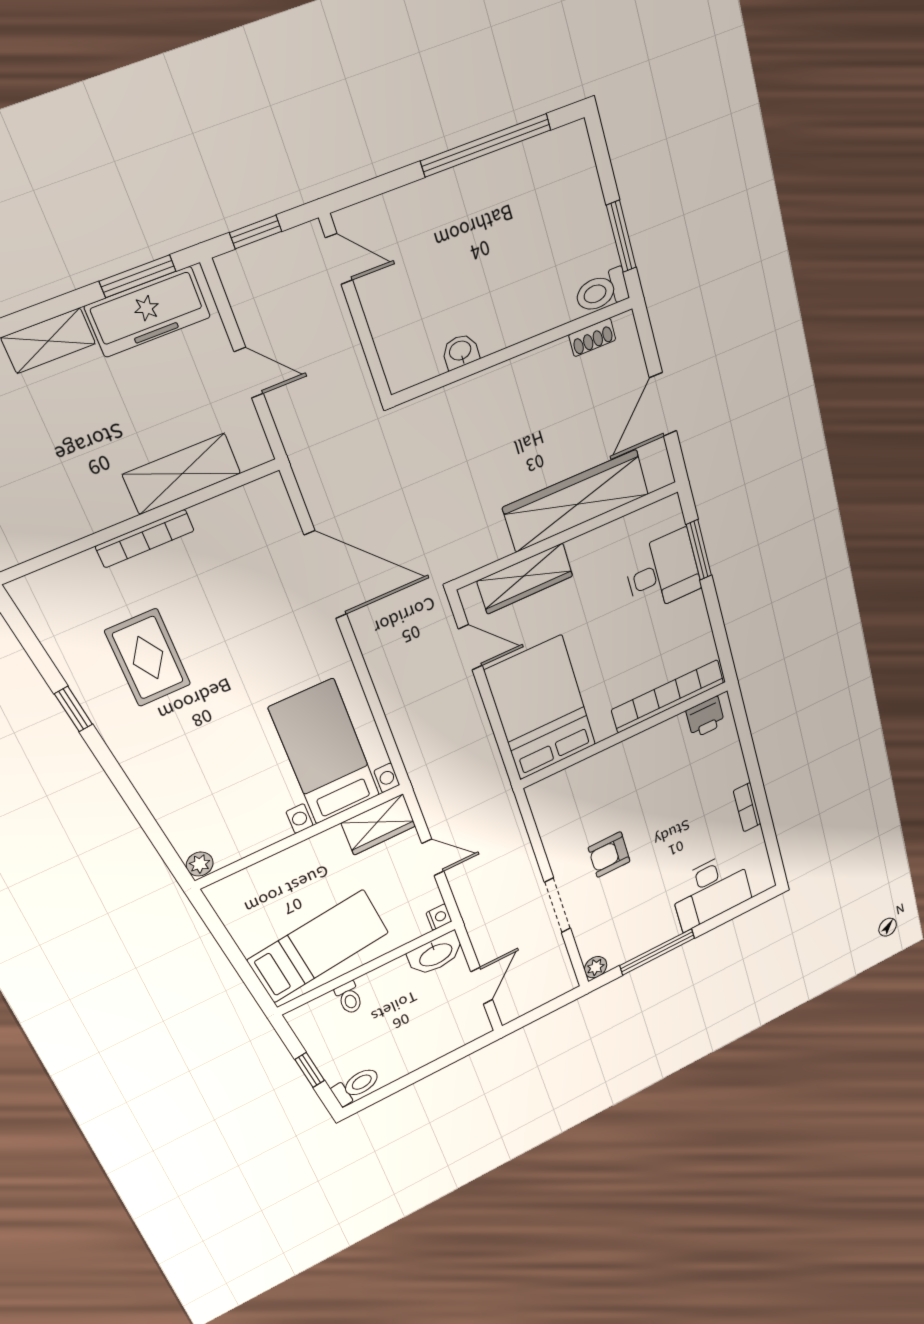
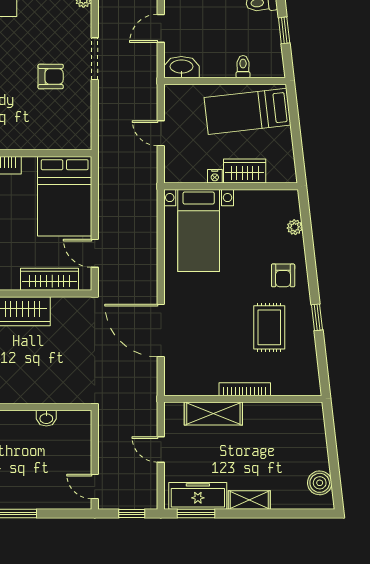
armchair: (161, 748) -> (283, 275), added
wardrobe: (379, 824) -> (245, 171), moved
plant: (200, 864) -> (295, 227), moved
nightstand: (439, 917) -> (215, 176), moved, turned -90

